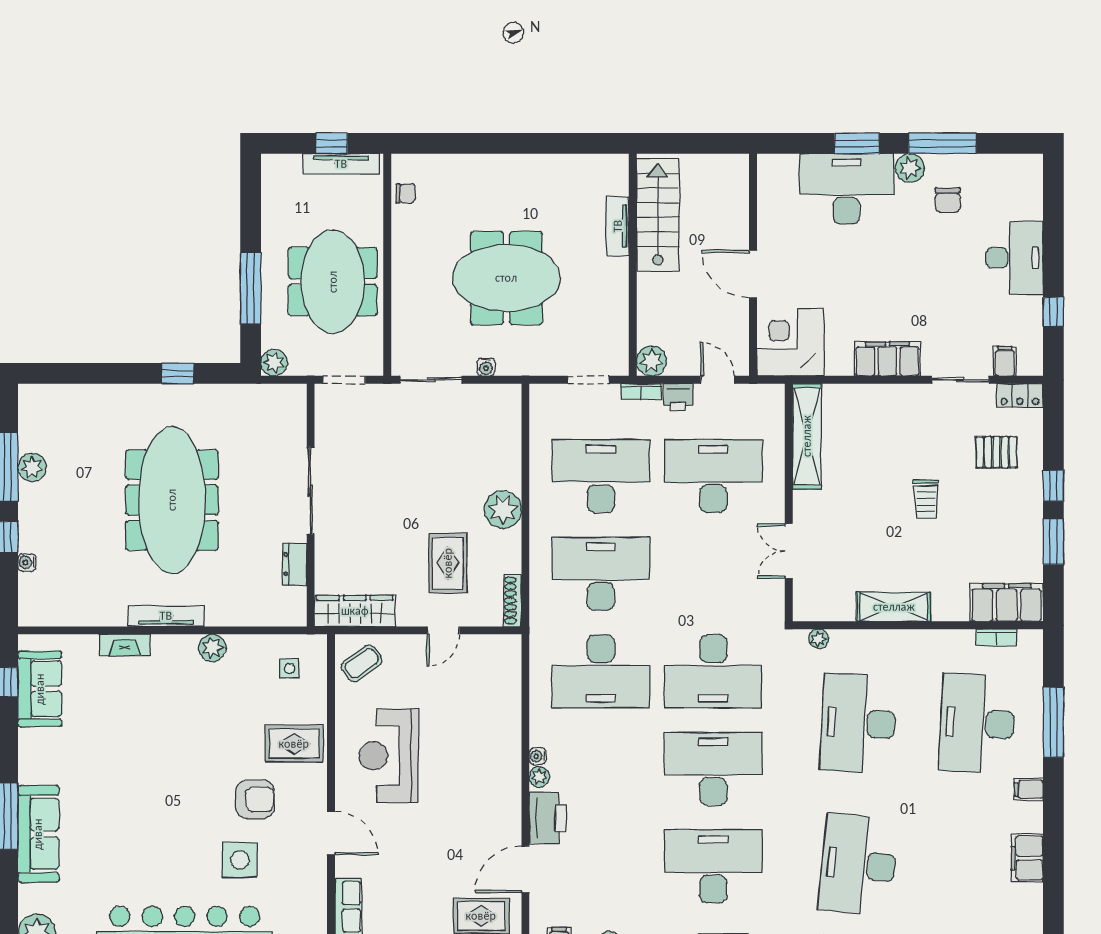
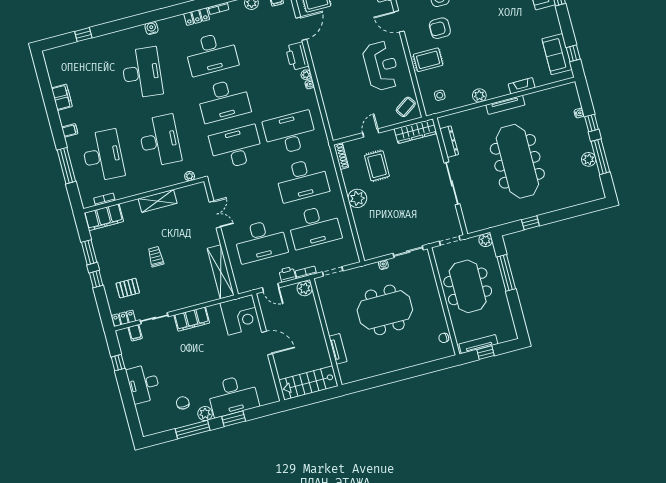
stairs: (658, 215) -> (308, 383), moved, turned 90
dresser: (295, 564) -> (449, 142), width x1.44

